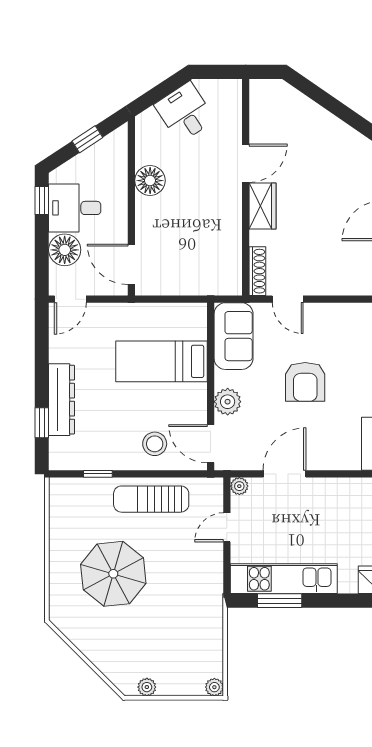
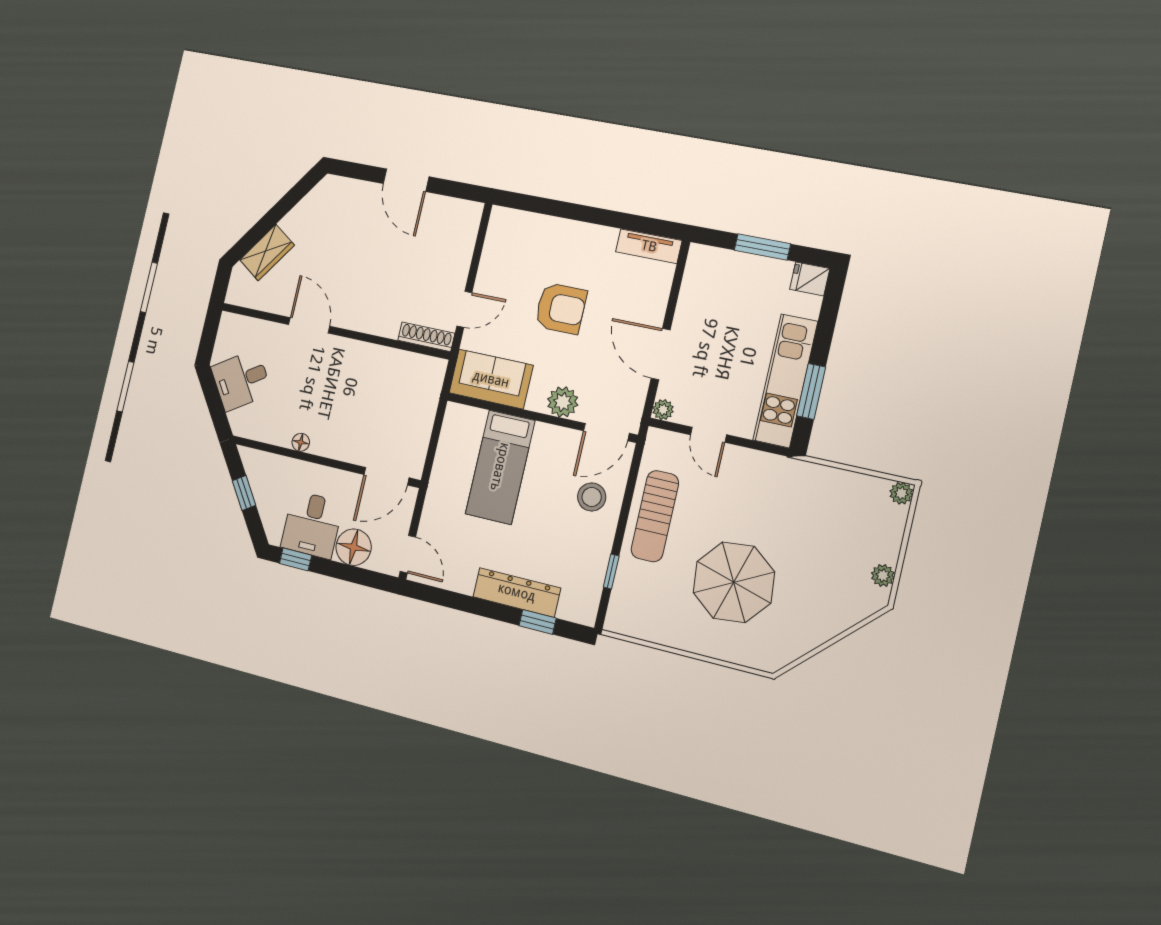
floor lamp: (150, 181) -> (301, 442), width x0.53, depth x0.53
wardrobe: (262, 206) -> (267, 253), moved, turned 125

